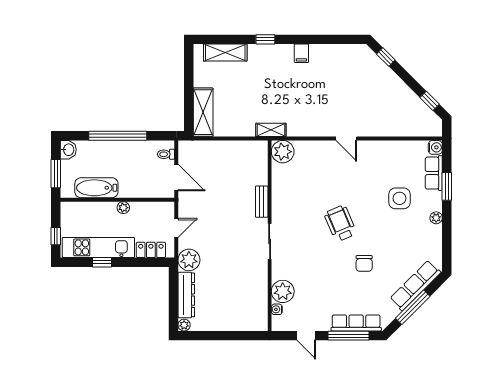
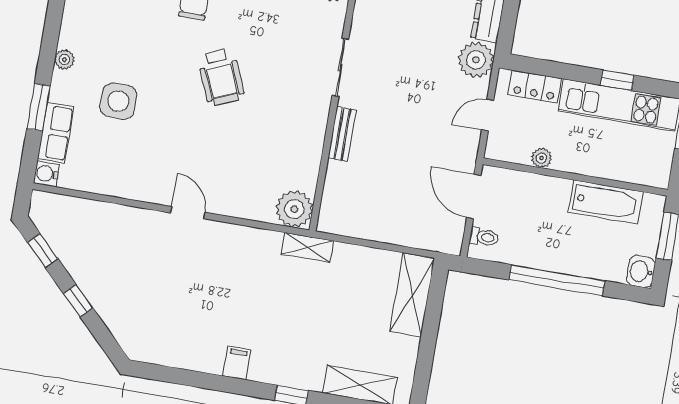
window: (386, 57) -> (78, 301), moved
plant: (123, 208) -> (542, 158), moved

